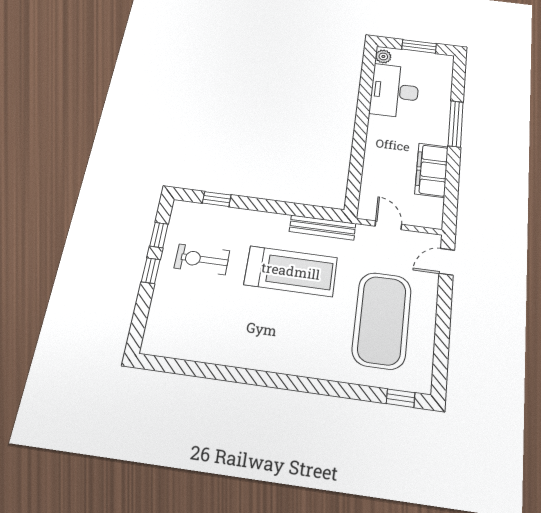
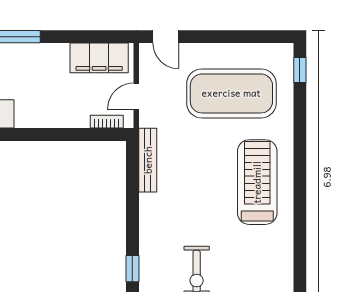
filing cabinet: (432, 170) -> (99, 58), moved
bookcase: (366, 195) -> (107, 122), added
treadmill: (291, 271) -> (257, 182), moved

